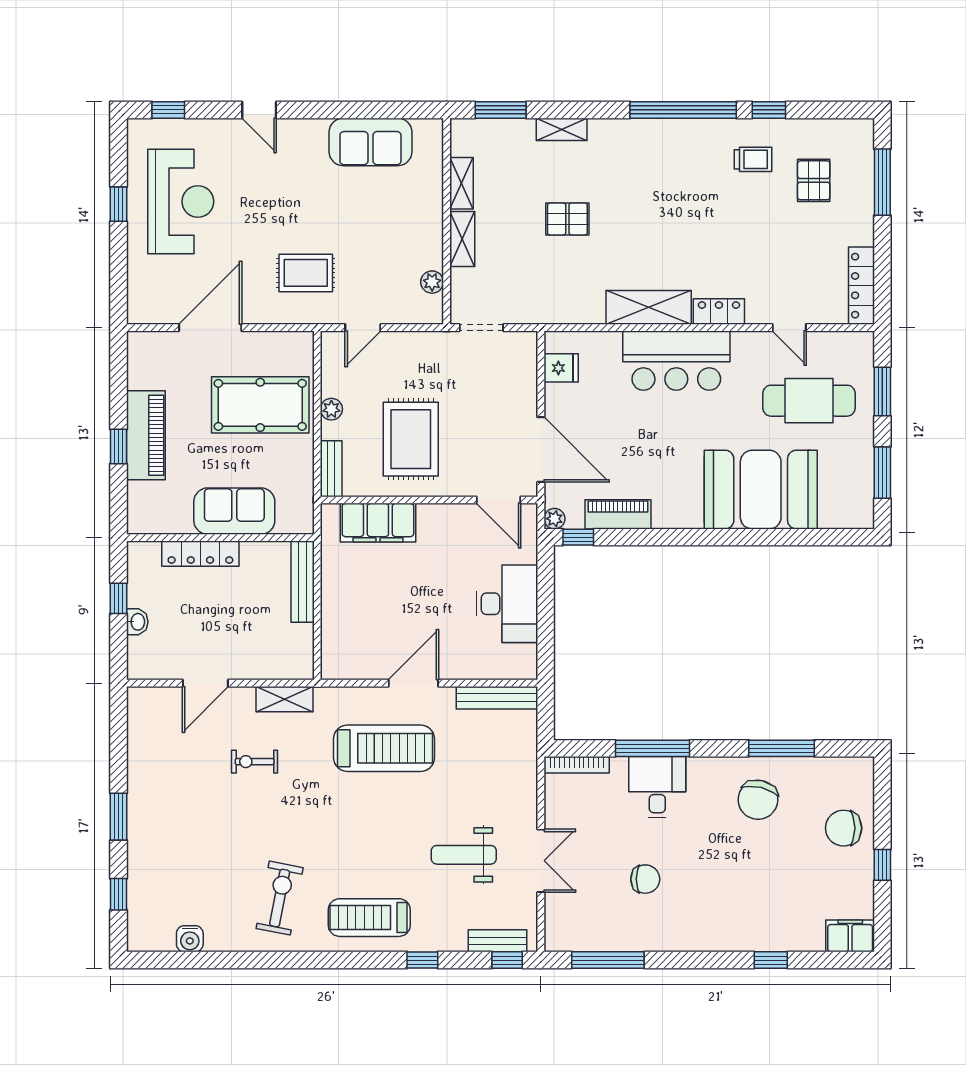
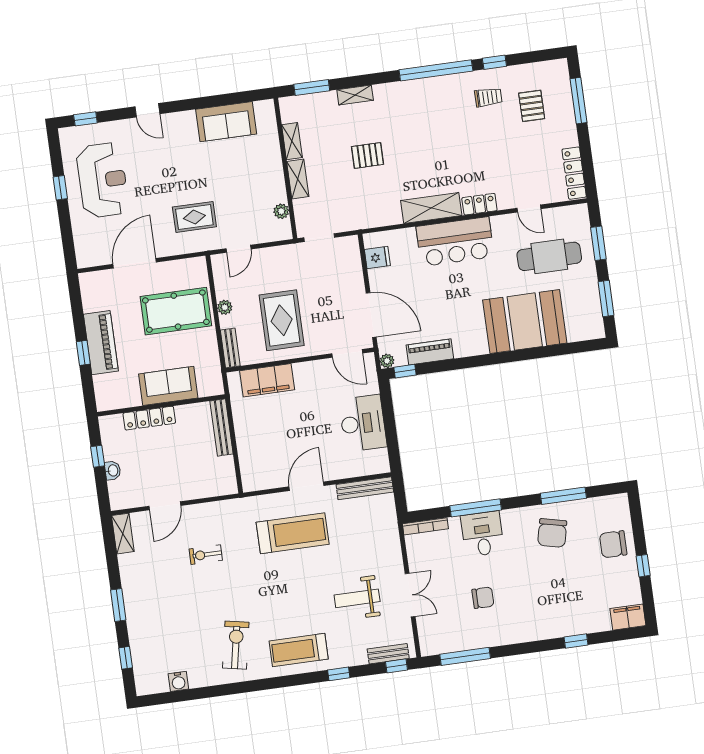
shelving: (284, 699) -> (123, 534), moved, turned 90

